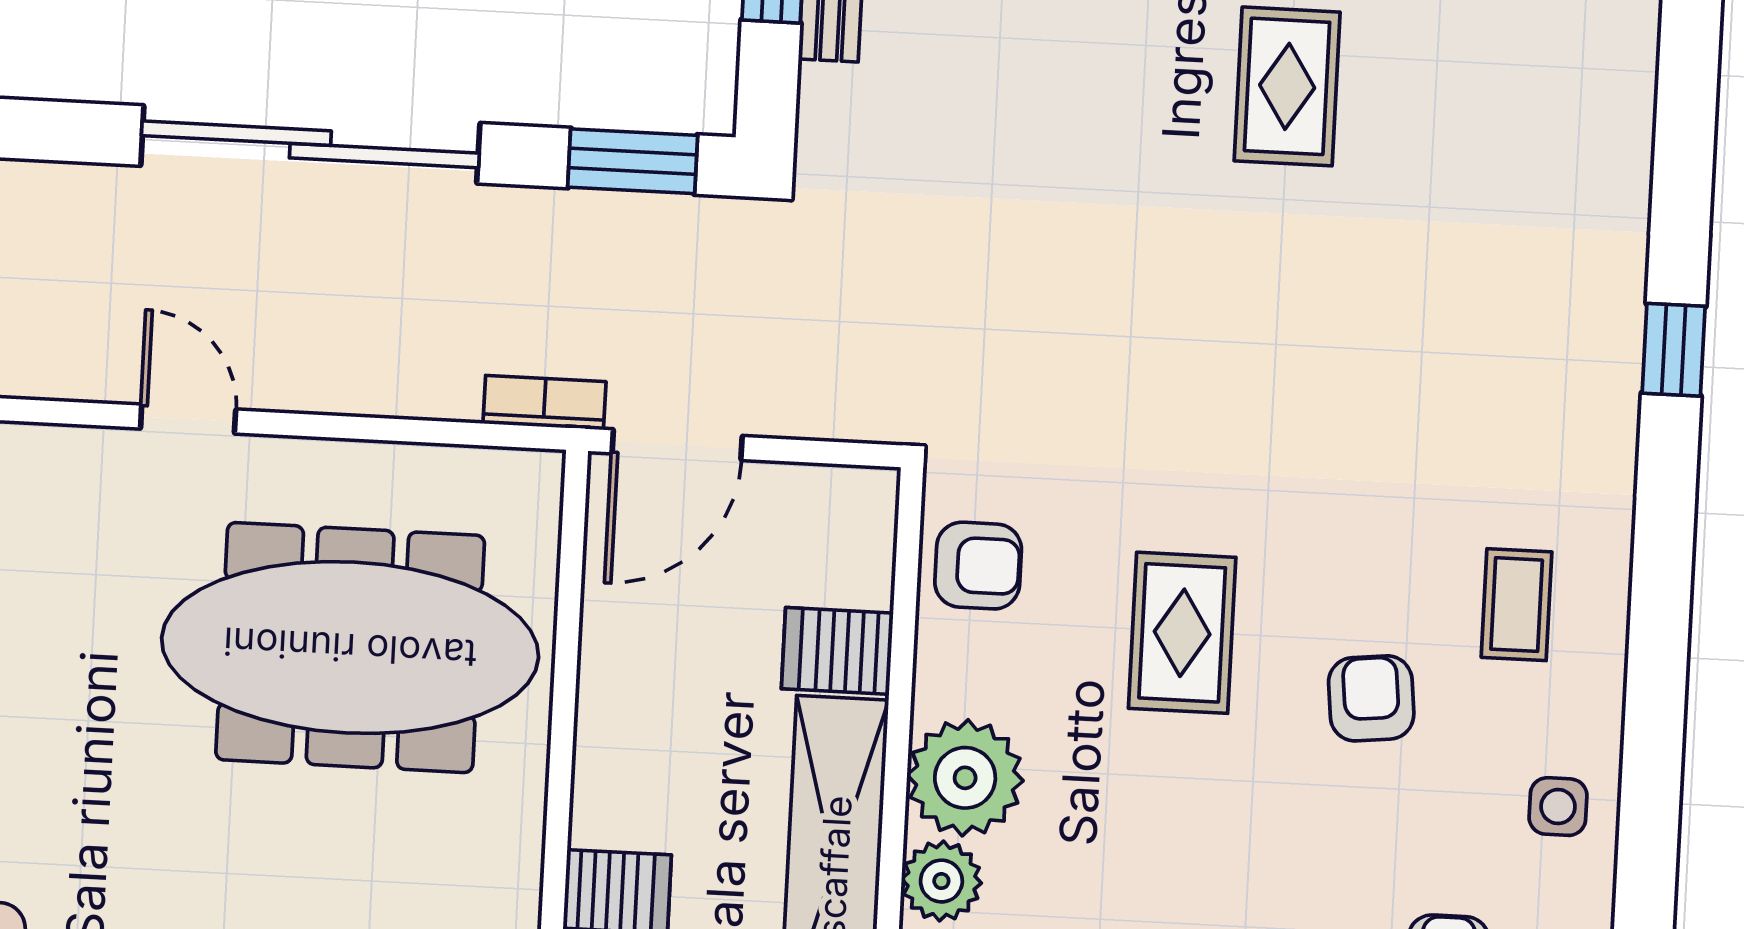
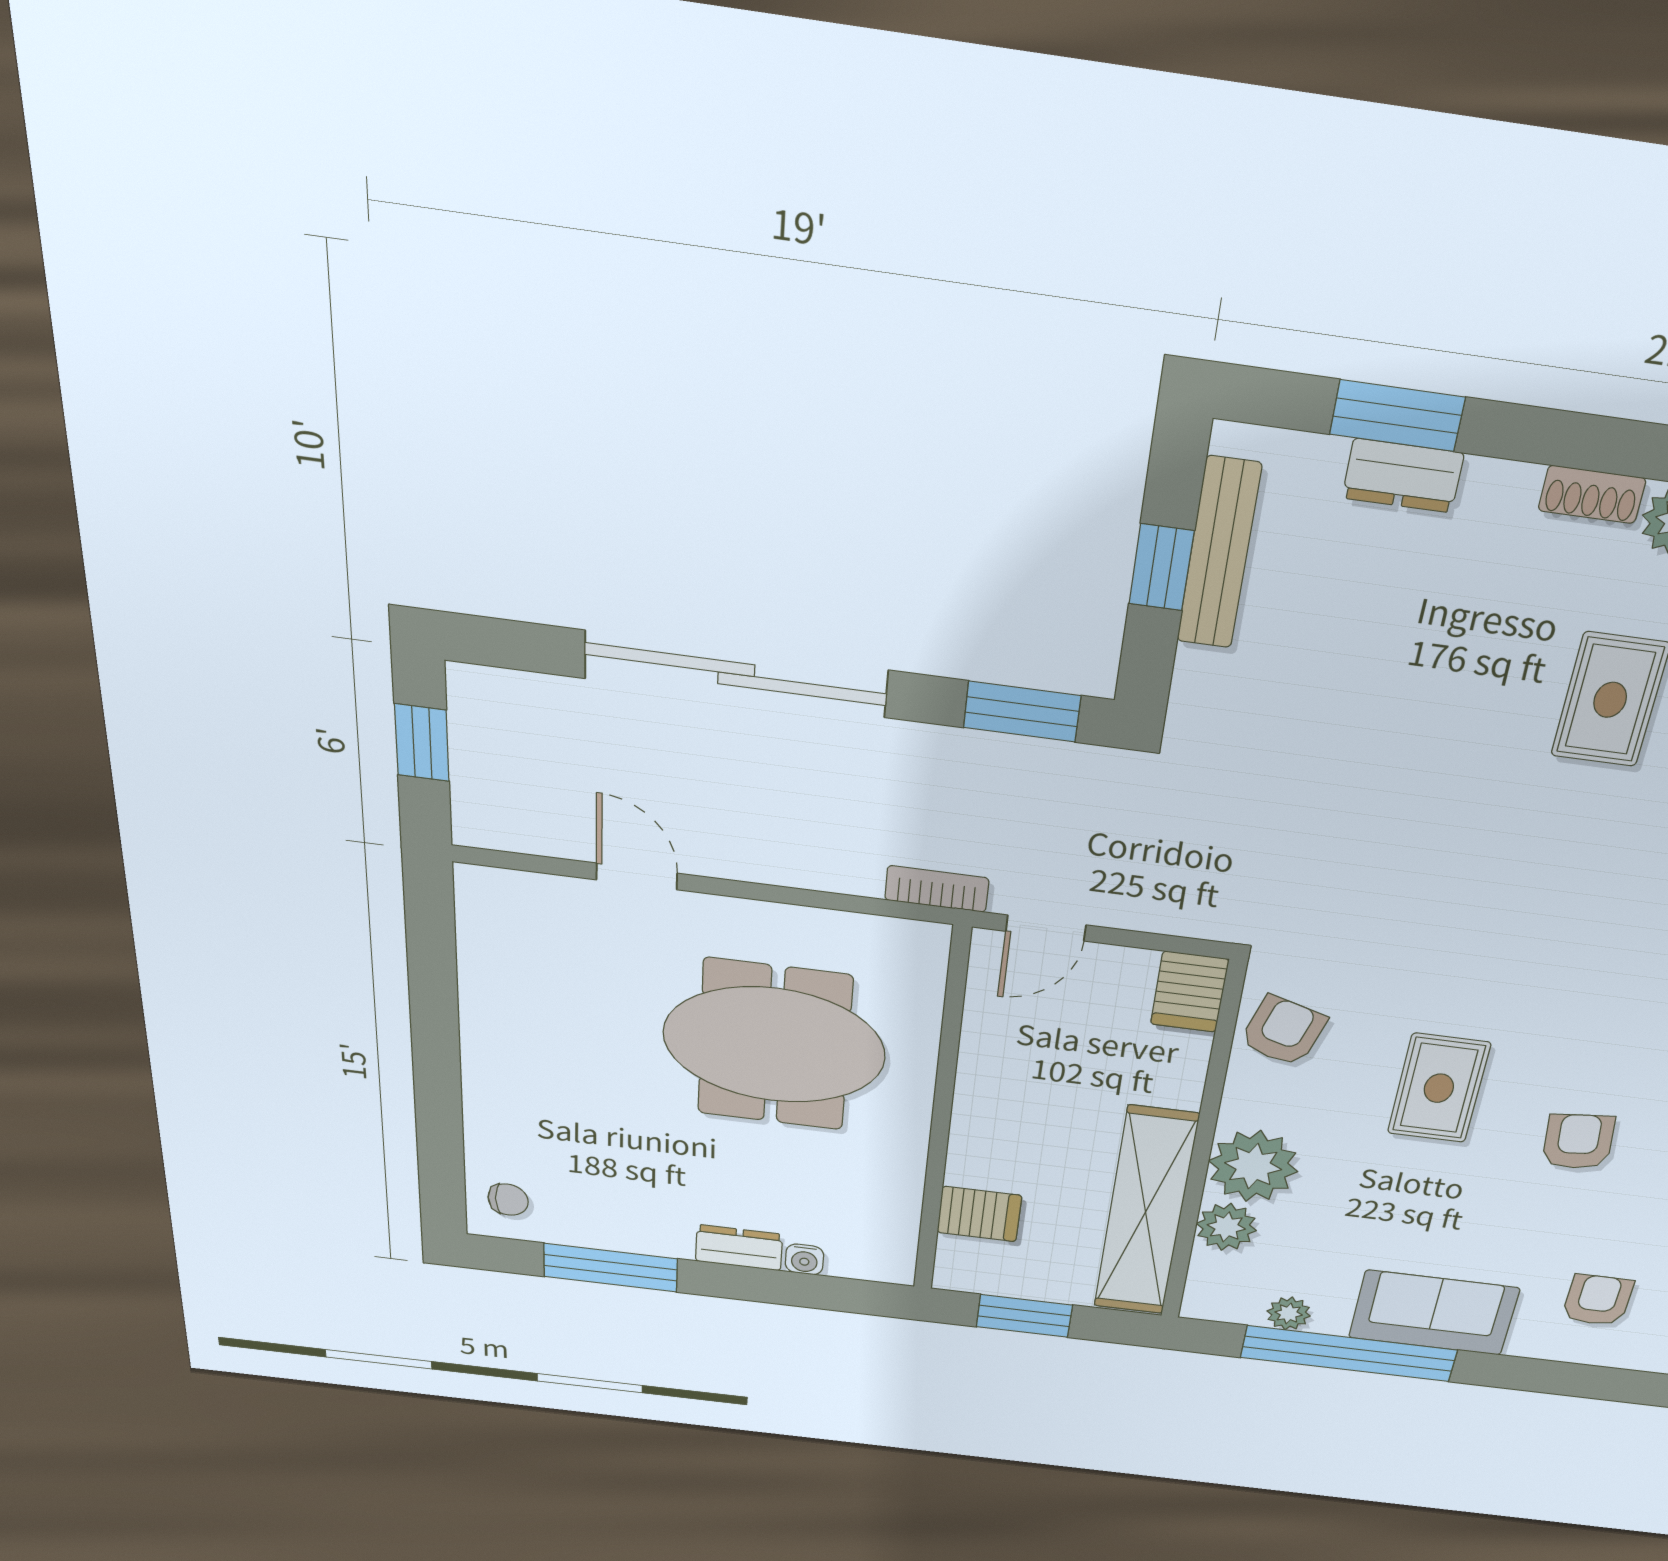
door: (677, 445) -> (1046, 928), width x0.73
armchair: (978, 566) -> (1283, 1031), turned -73
meeting table: (350, 648) -> (774, 1045), width x0.73
server rack: (837, 651) -> (1190, 992), moved, turned -90

